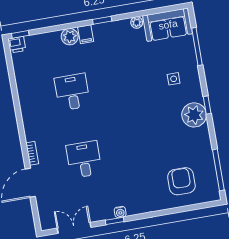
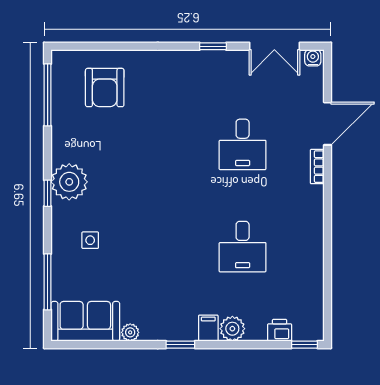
printer: (17, 45) -> (280, 330), moved
water cooler: (120, 212) -> (313, 58), moved

